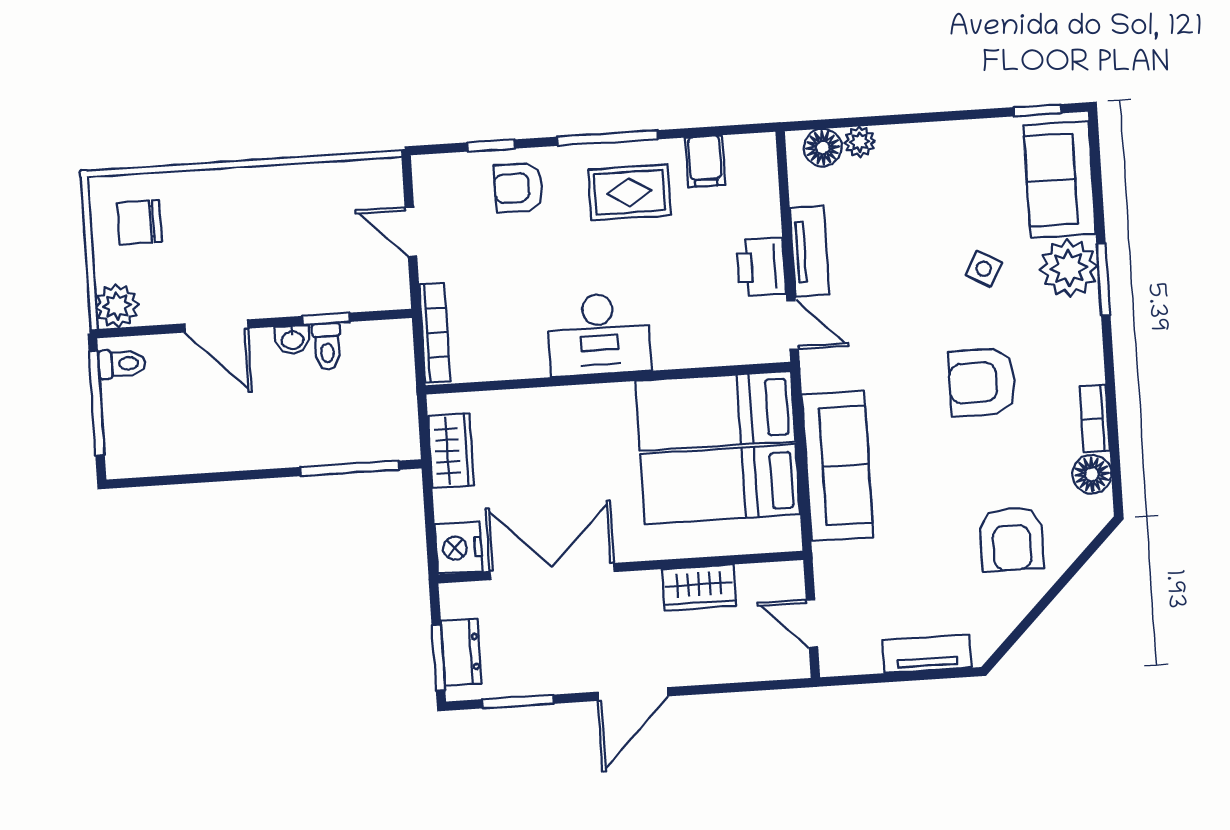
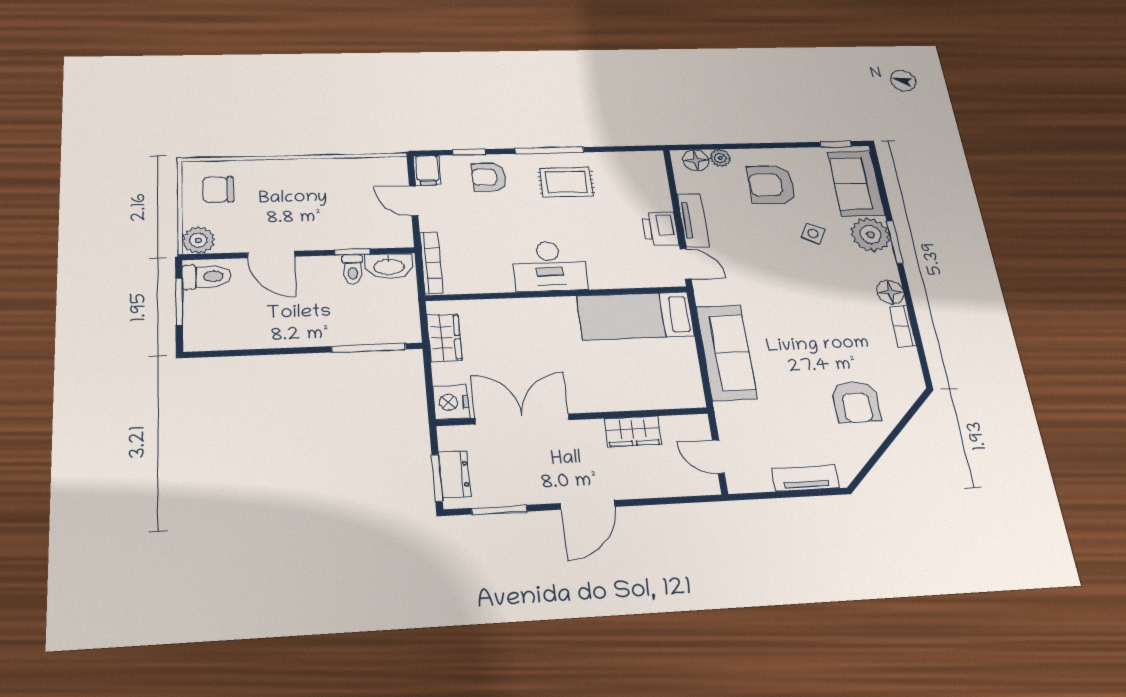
filing cabinet: (705, 161) -> (427, 170), moved
washbasin: (292, 339) -> (389, 266), moved, width x1.91, depth x1.45
toilet: (122, 364) -> (207, 277), width x1.37, depth x1.39
armchair: (982, 382) -> (772, 185), moved
window: (97, 403) -> (179, 302), width x0.69
floor lamp: (1092, 474) -> (890, 292), moved
bed: (720, 484) -> (643, 363), removed

